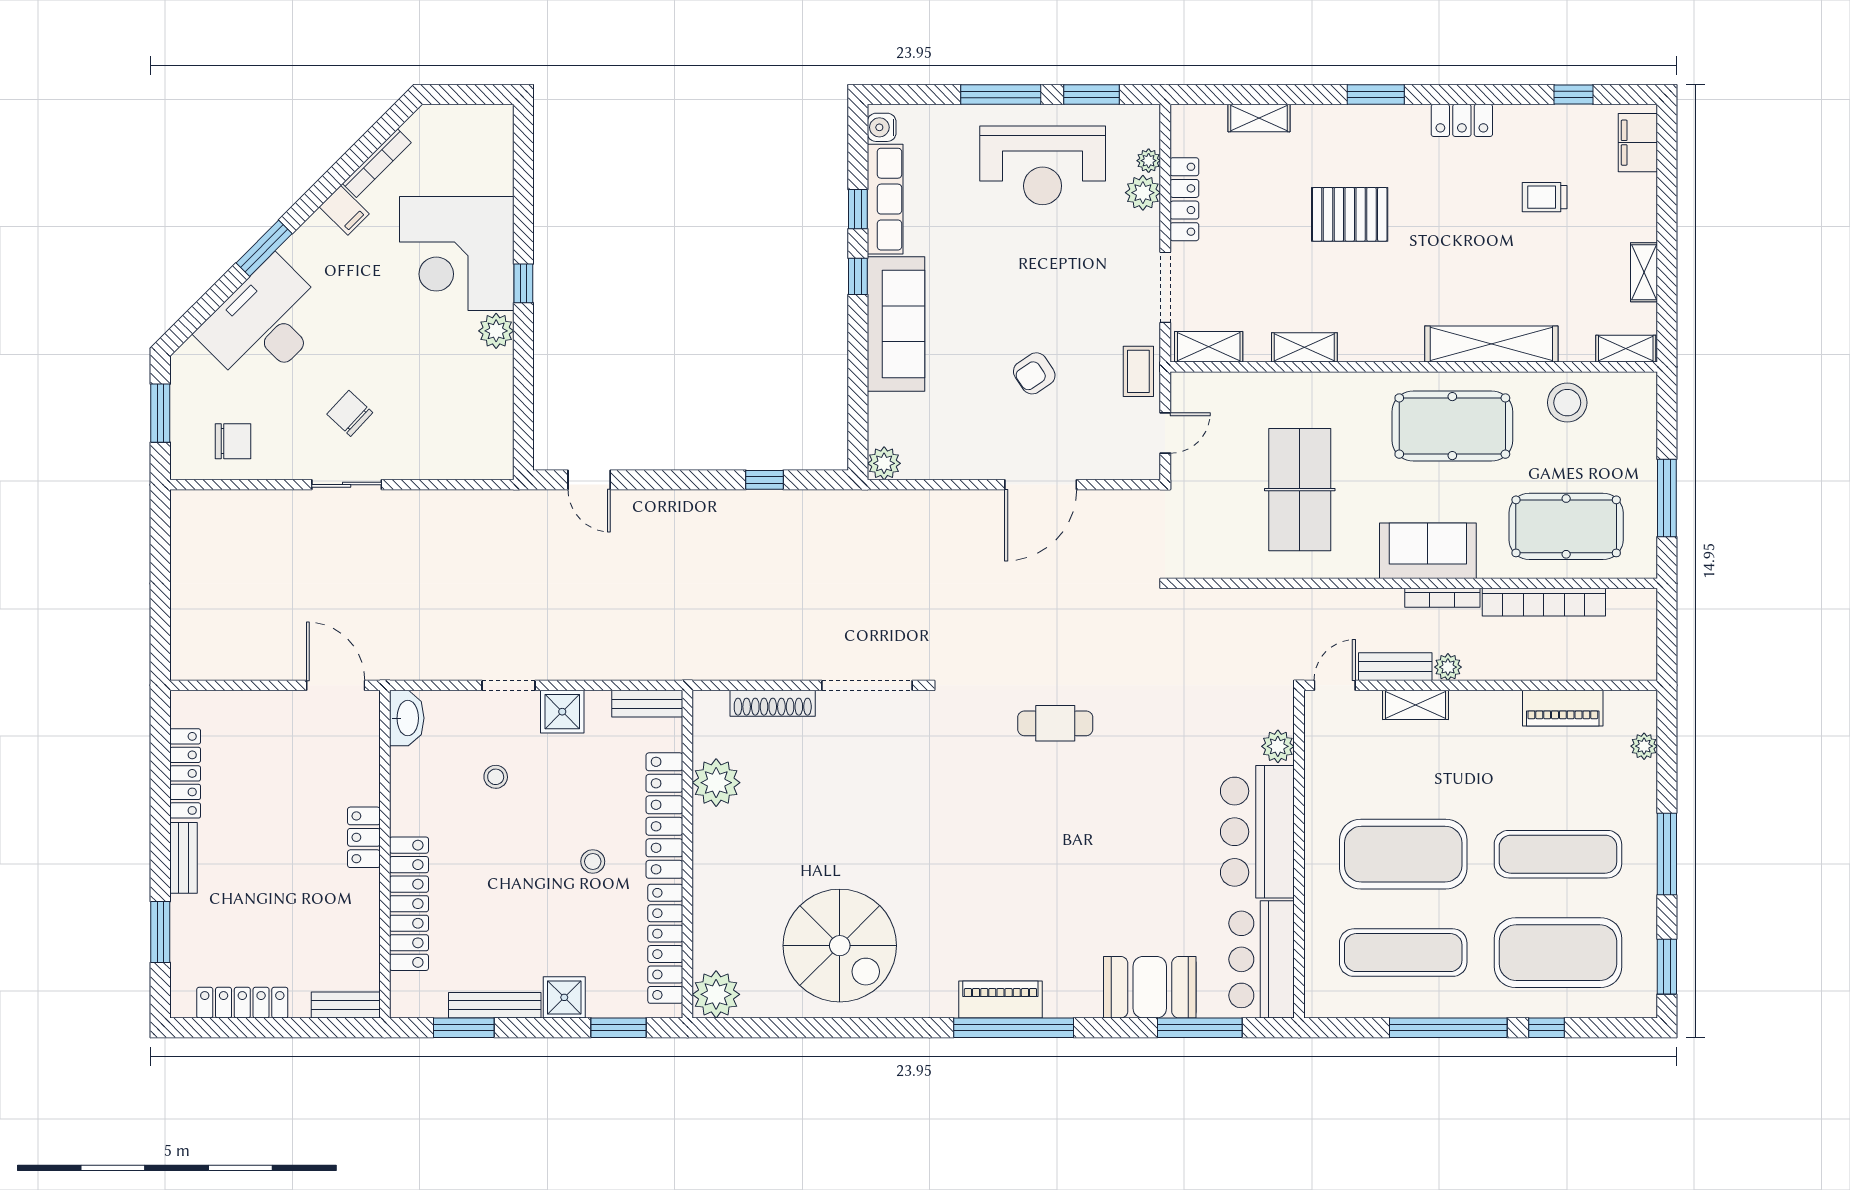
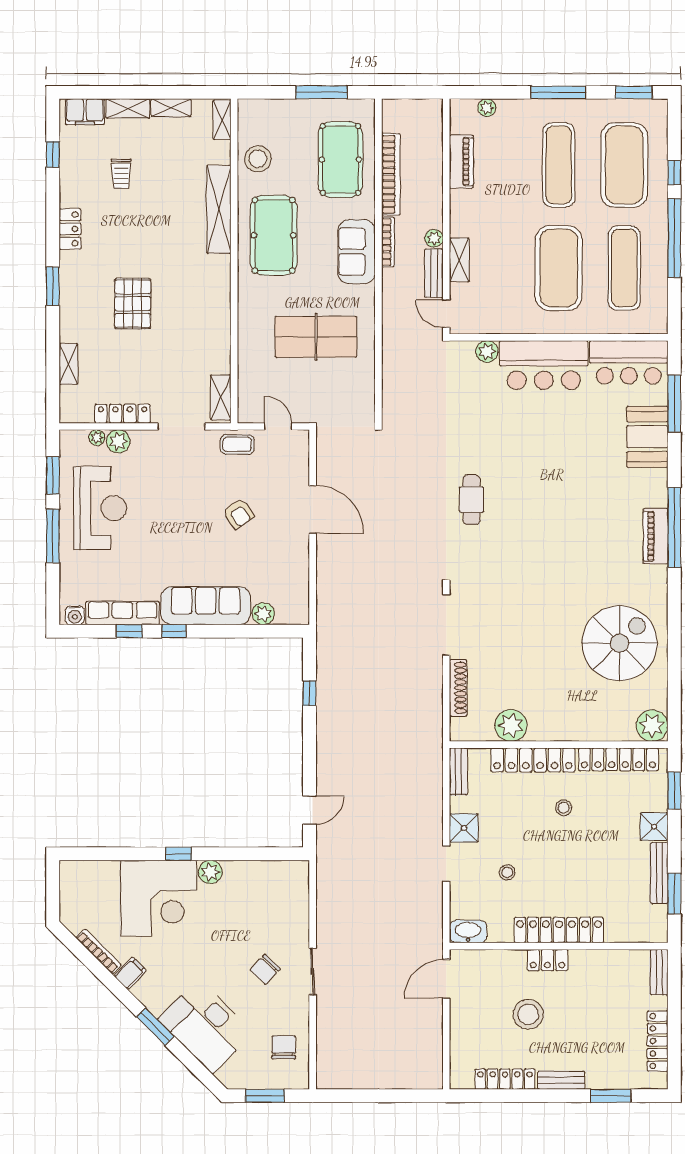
shelving: (1304, 347) -> (128, 109), moved, turned 90
plant: (884, 463) -> (263, 614), moved
stool: (282, 808) -> (528, 1014), added
locker: (409, 904) -> (559, 930), moved

